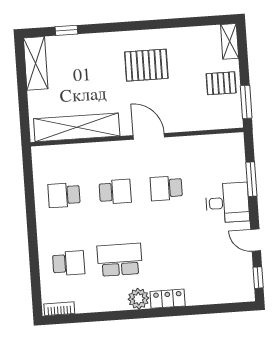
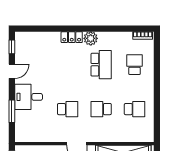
door: (256, 240) -> (12, 71), hinge flipped
school desk: (120, 260) -> (101, 65), turned -90
school desk: (69, 263) -> (135, 65), turned 90

